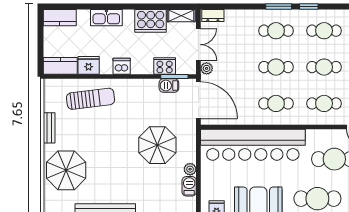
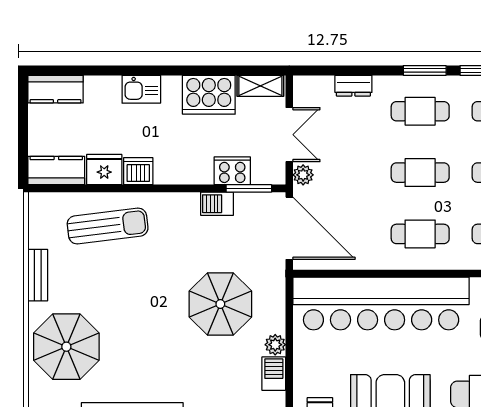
dresser: (213, 16) -> (353, 86), moved
kitchen sink: (106, 18) -> (141, 89), width x0.73
dishwasher: (122, 66) -> (138, 171), moved
barbecue: (169, 86) -> (217, 204), moved

